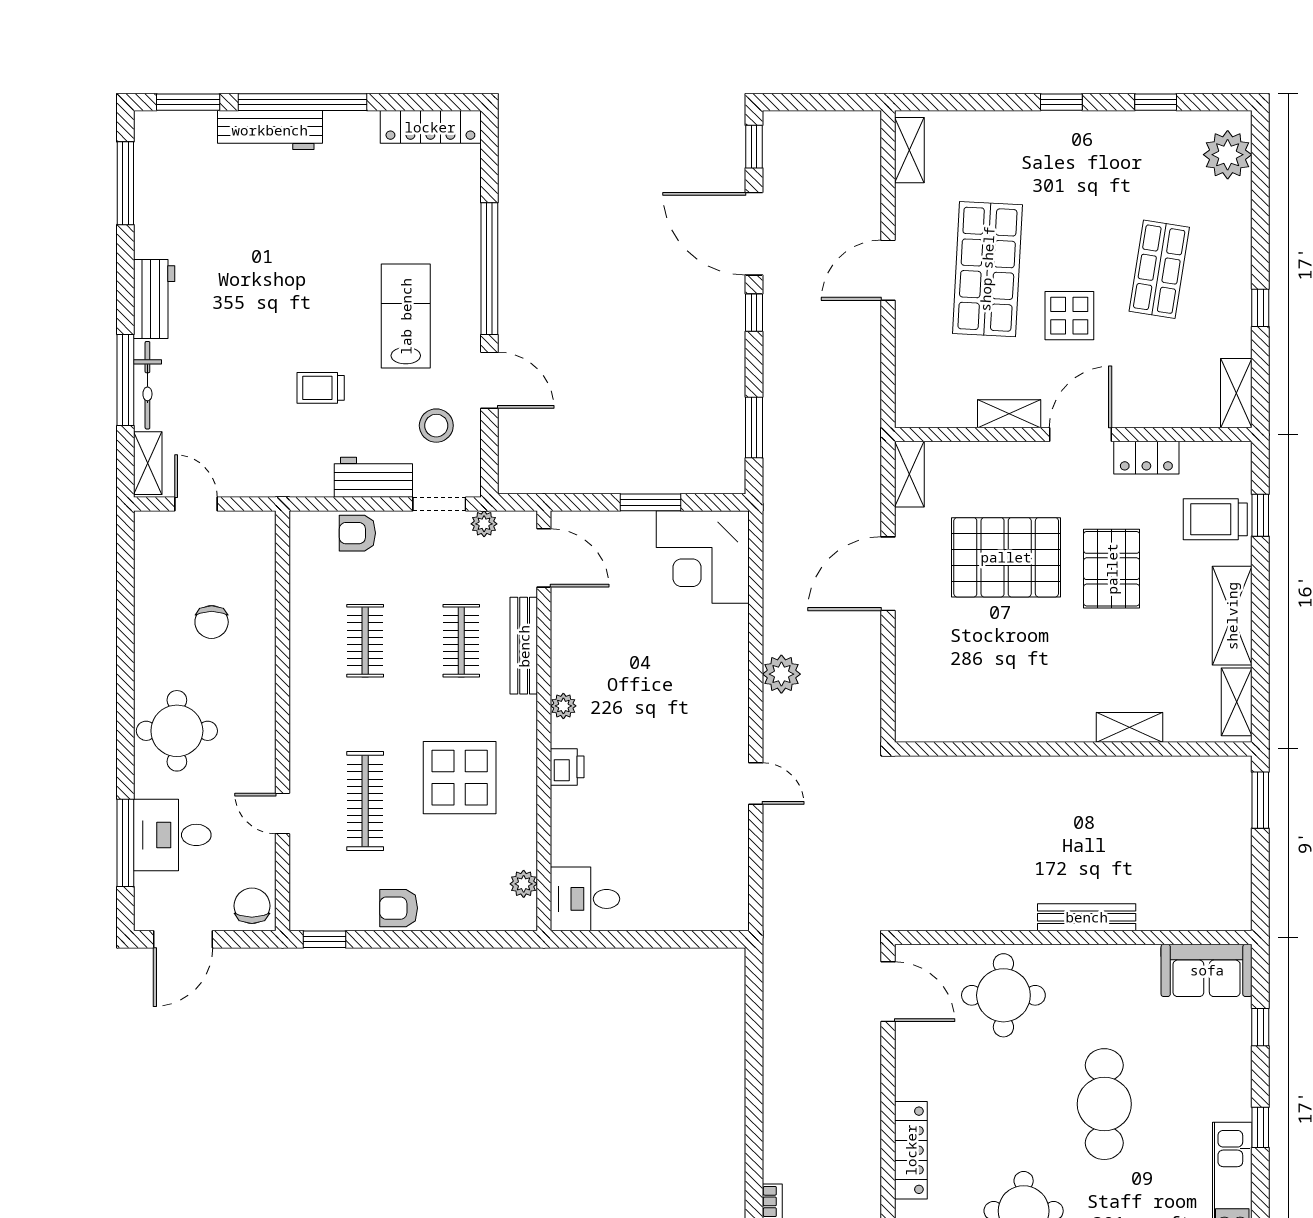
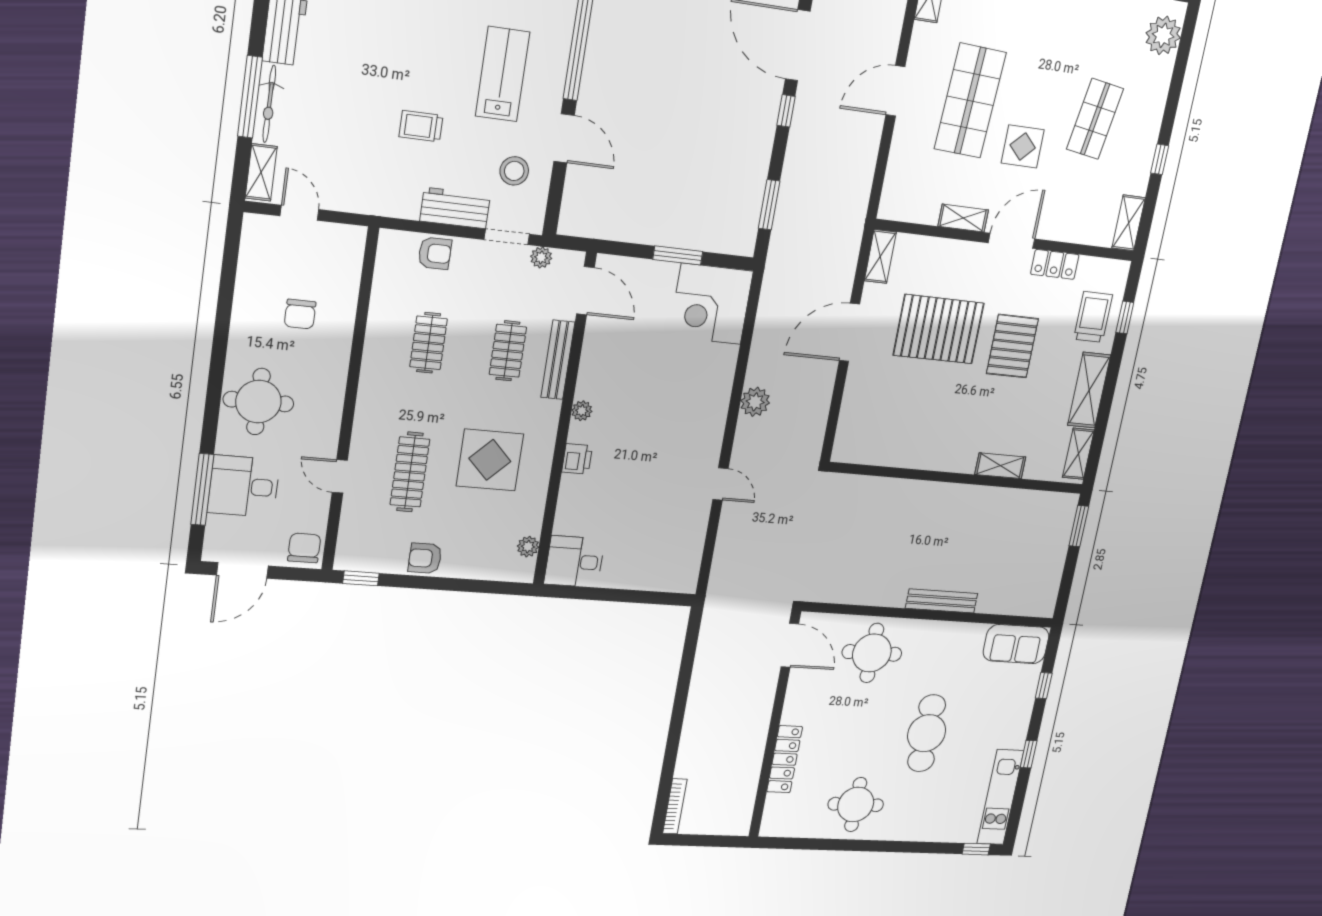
trolley: (1215, 519) -> (1093, 317), turned 90
armchair: (357, 533) -> (435, 253), turned 180

